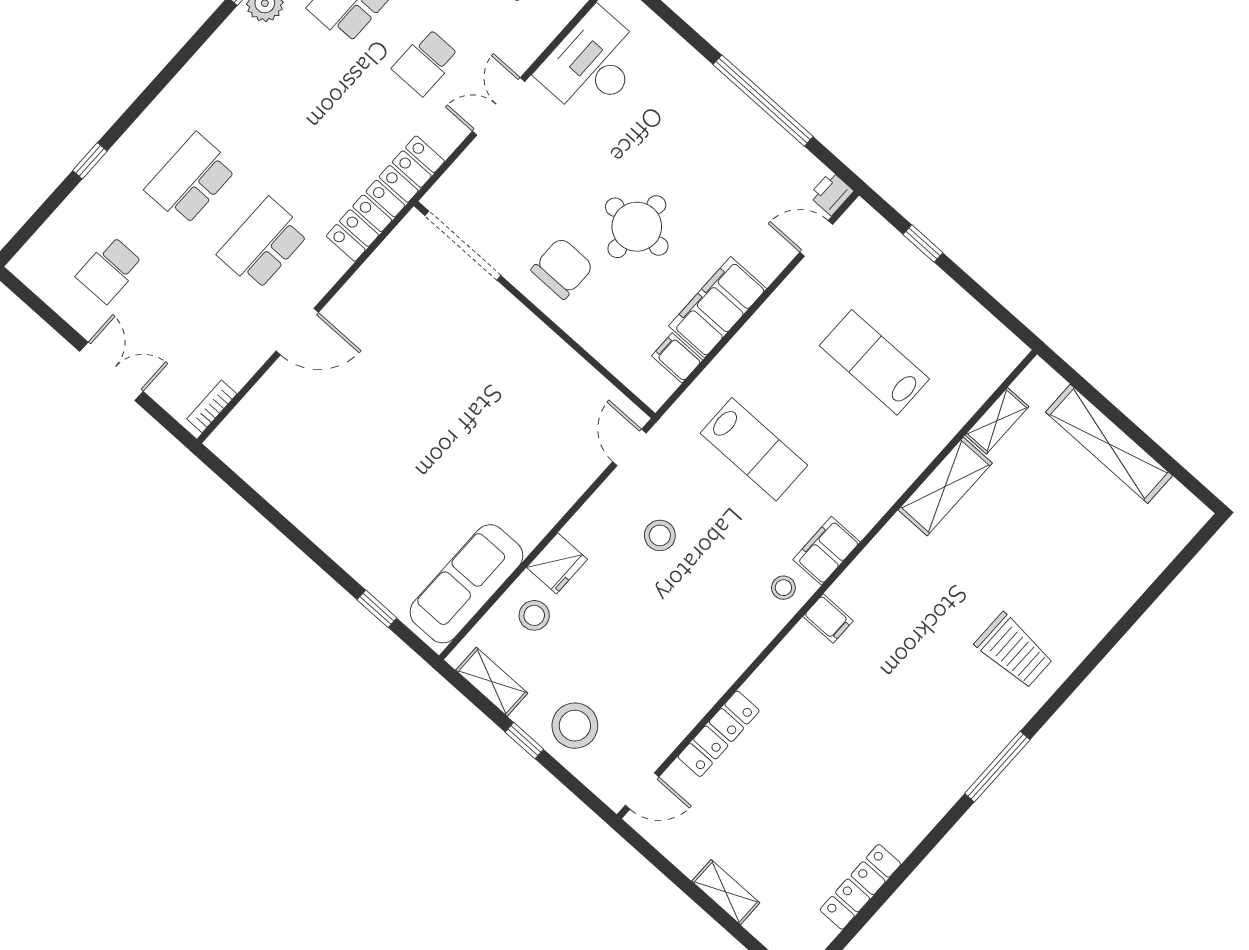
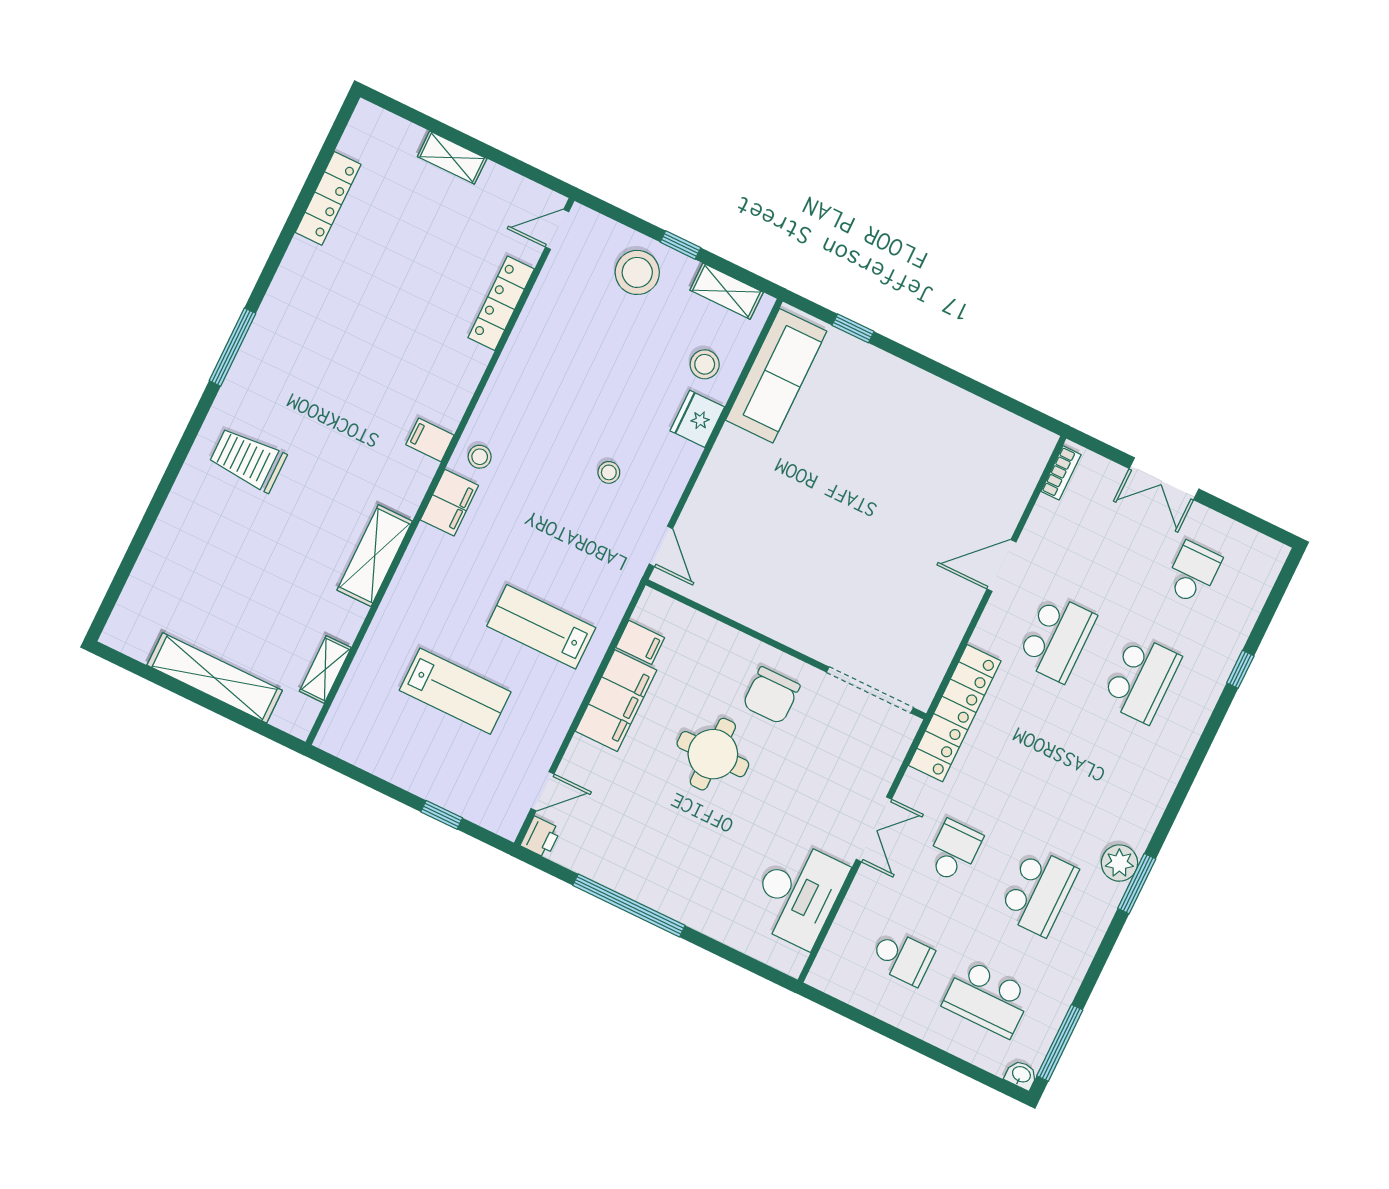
lab bench: (754, 449) -> (541, 627), moved
shelving: (945, 486) -> (375, 556), moved
stool: (660, 535) -> (609, 472), width x0.73, depth x0.73

